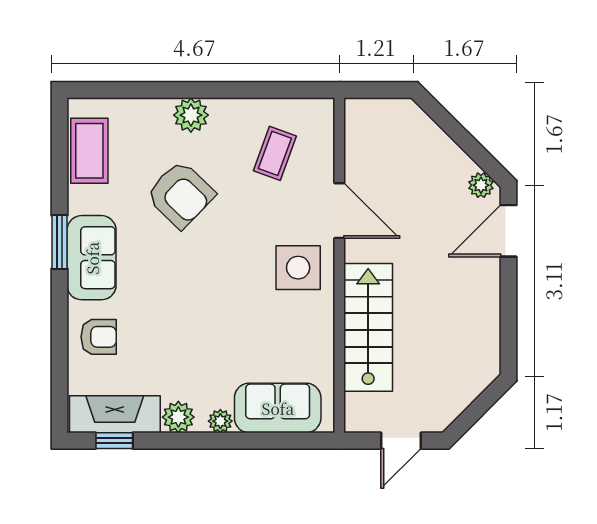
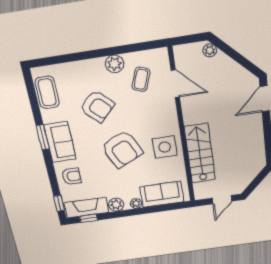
plant: (191, 115) -> (114, 64), moved
plant: (481, 185) -> (210, 50), moved
door: (339, 211) -> (175, 84), moved
side table: (298, 268) -> (165, 147), moved
armchair: (213, 293) -> (122, 149), added
window: (59, 395) -> (59, 203), added

